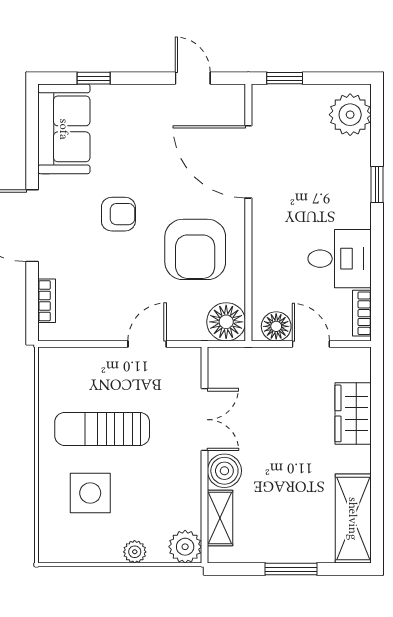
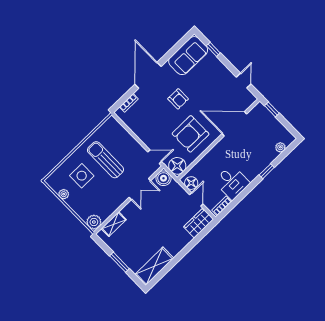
plant: (350, 115) -> (280, 147), width x0.53, depth x0.53
door: (248, 162) -> (234, 124), hinge flipped
door: (147, 344) -> (155, 157), moved
wardrobe: (353, 413) -> (199, 223), moved
boiler: (224, 471) -> (163, 178), moved
plant: (135, 552) -> (64, 194), moved

